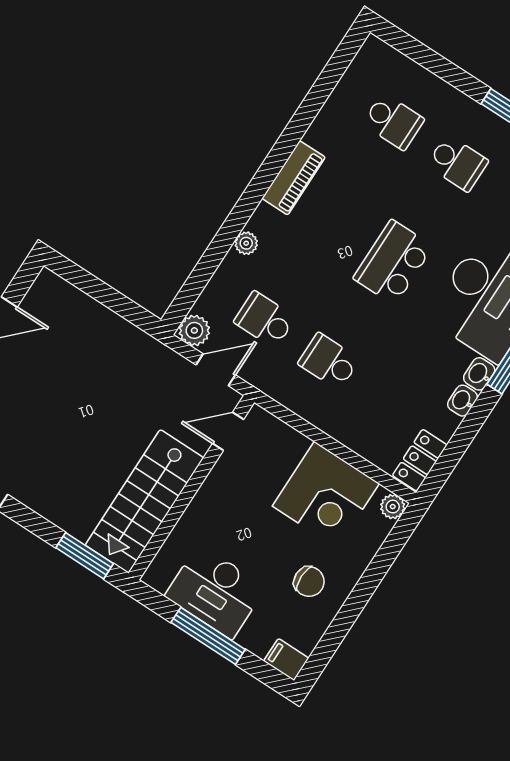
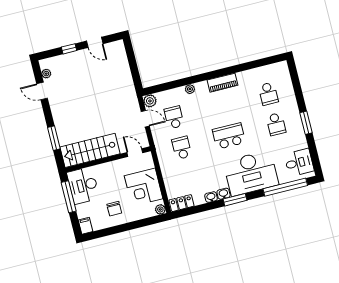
door: (228, 431) -> (135, 153), moved
wall: (191, 488) -> (108, 159), moved
stairs: (144, 501) -> (90, 150), moved

